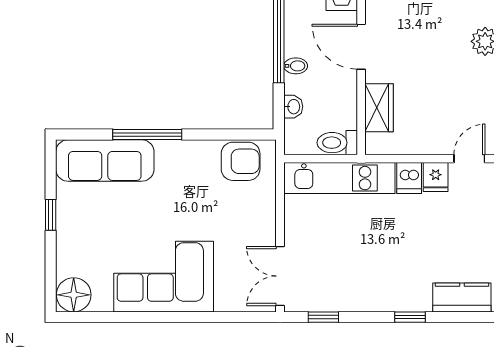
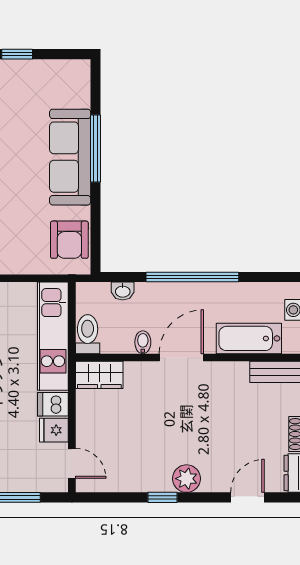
bidet: (296, 66) -> (143, 342), moved, turned 180
wardrobe: (379, 108) -> (99, 375), moved
sofa: (105, 160) -> (70, 157), moved

